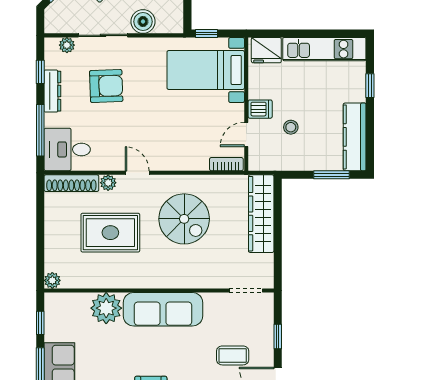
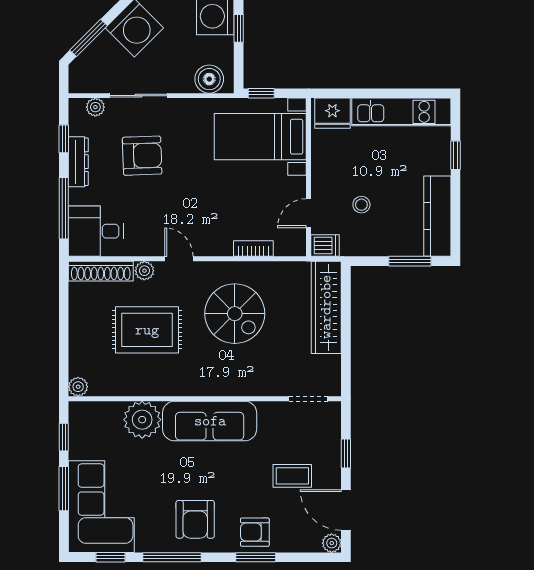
boiler: (143, 22) -> (209, 79), moved
dishwasher: (260, 109) -> (325, 245), moved
bookcase: (226, 164) -> (253, 249), moved

